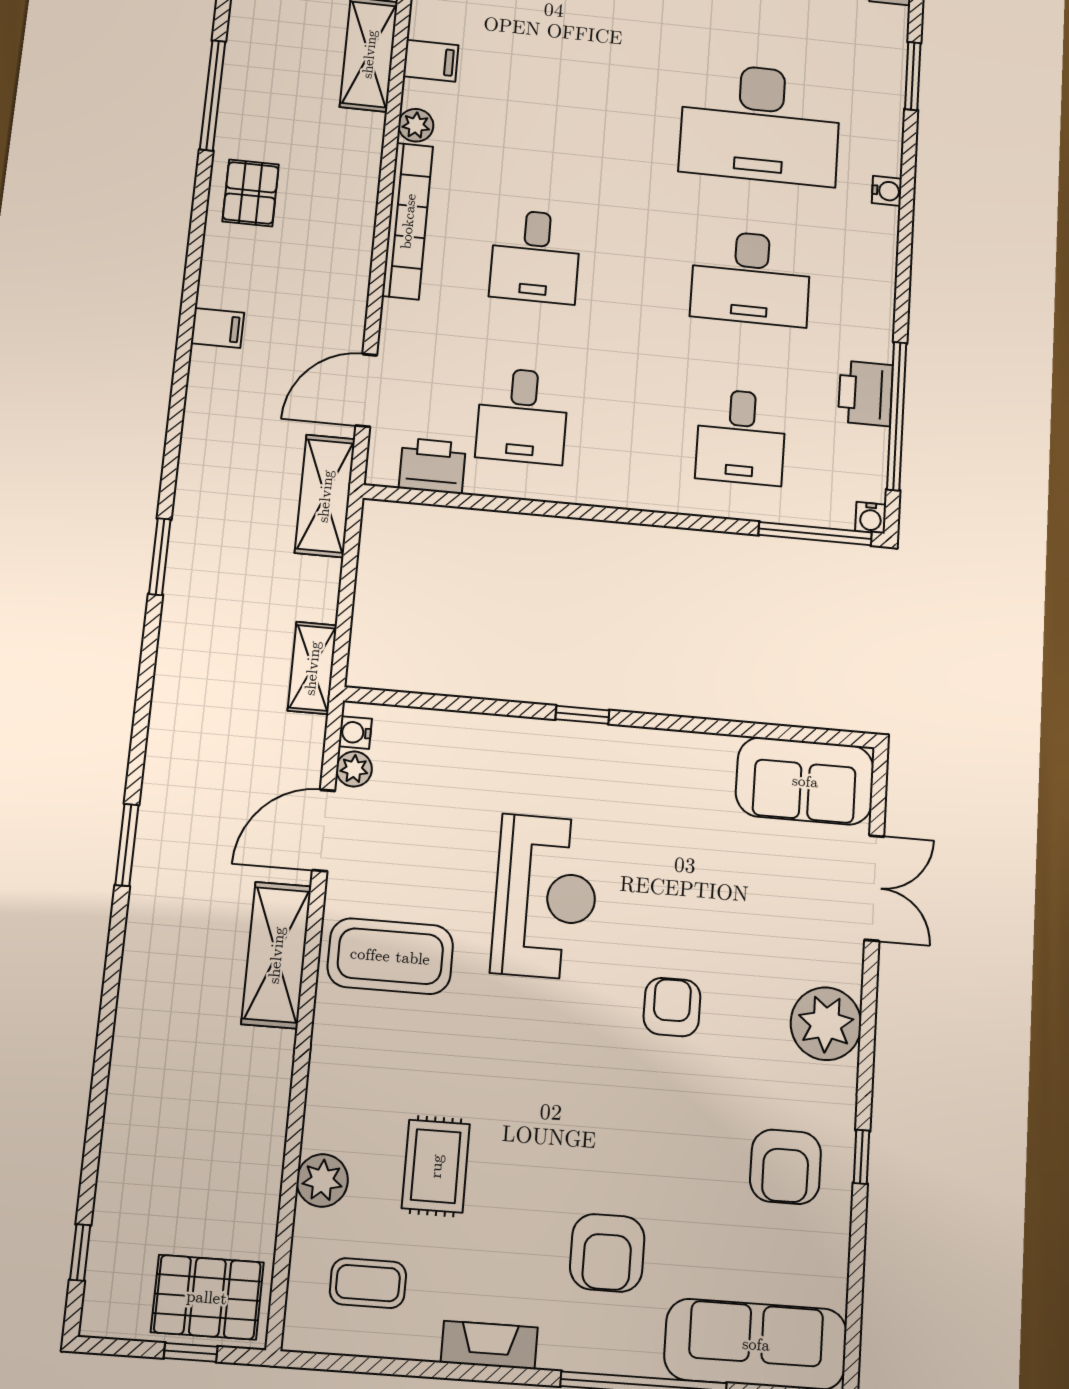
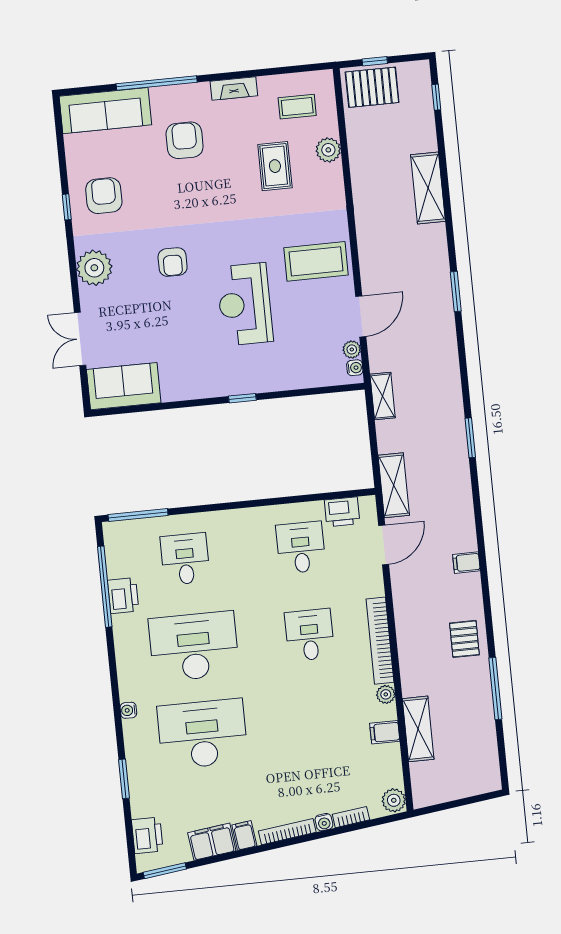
desk: (751, 278) -> (194, 646), width x1.36, depth x1.30
water cooler: (871, 518) -> (110, 529), removed
shelving: (276, 955) -> (428, 188), moved

